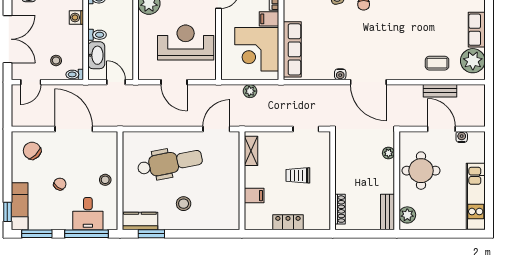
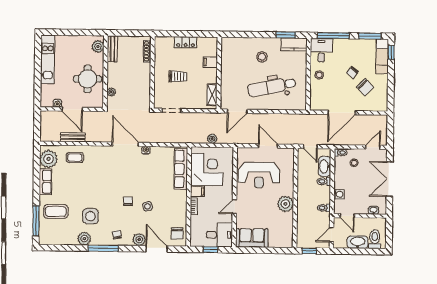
door: (74, 129) -> (342, 112), hinge flipped
chair: (32, 151) -> (365, 87), moved
desk: (88, 214) -> (321, 50), moved

